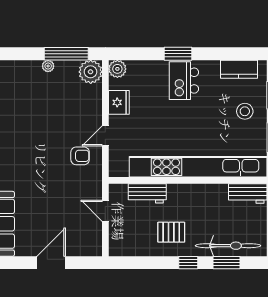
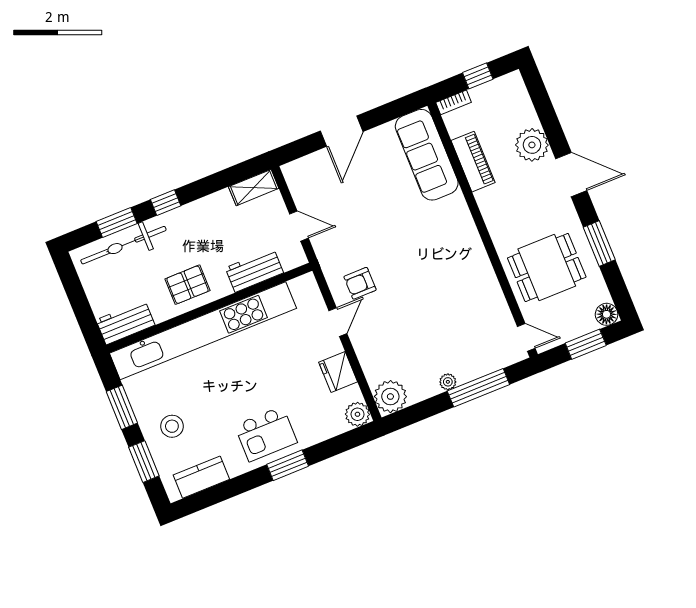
window: (66, 54) -> (478, 388), moved
kitchen island: (184, 81) -> (266, 434), turned 90
pallet: (171, 232) -> (187, 285), moved
shelving: (125, 249) -> (254, 188), added

